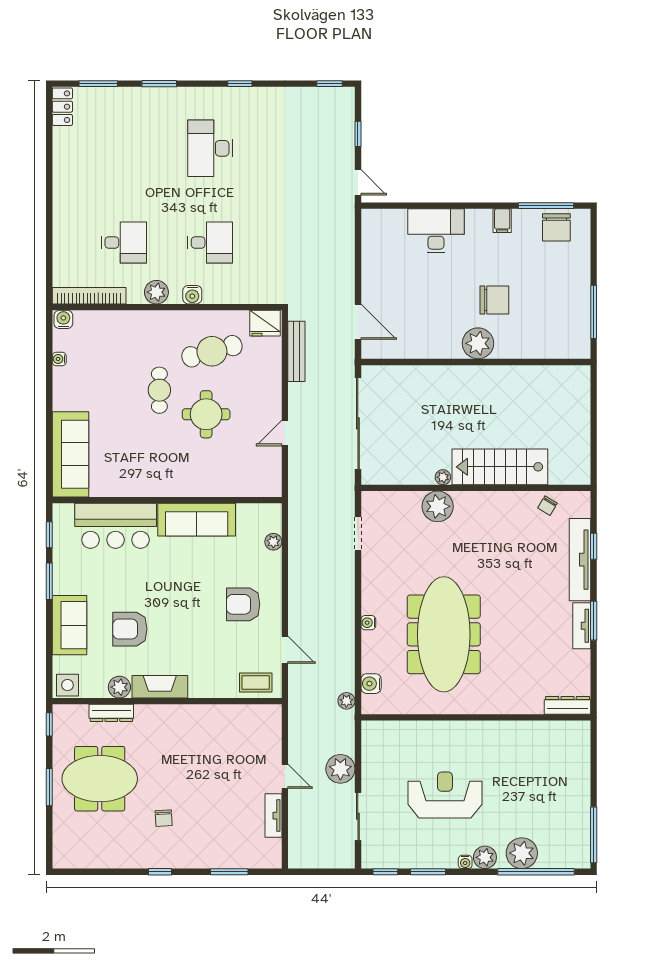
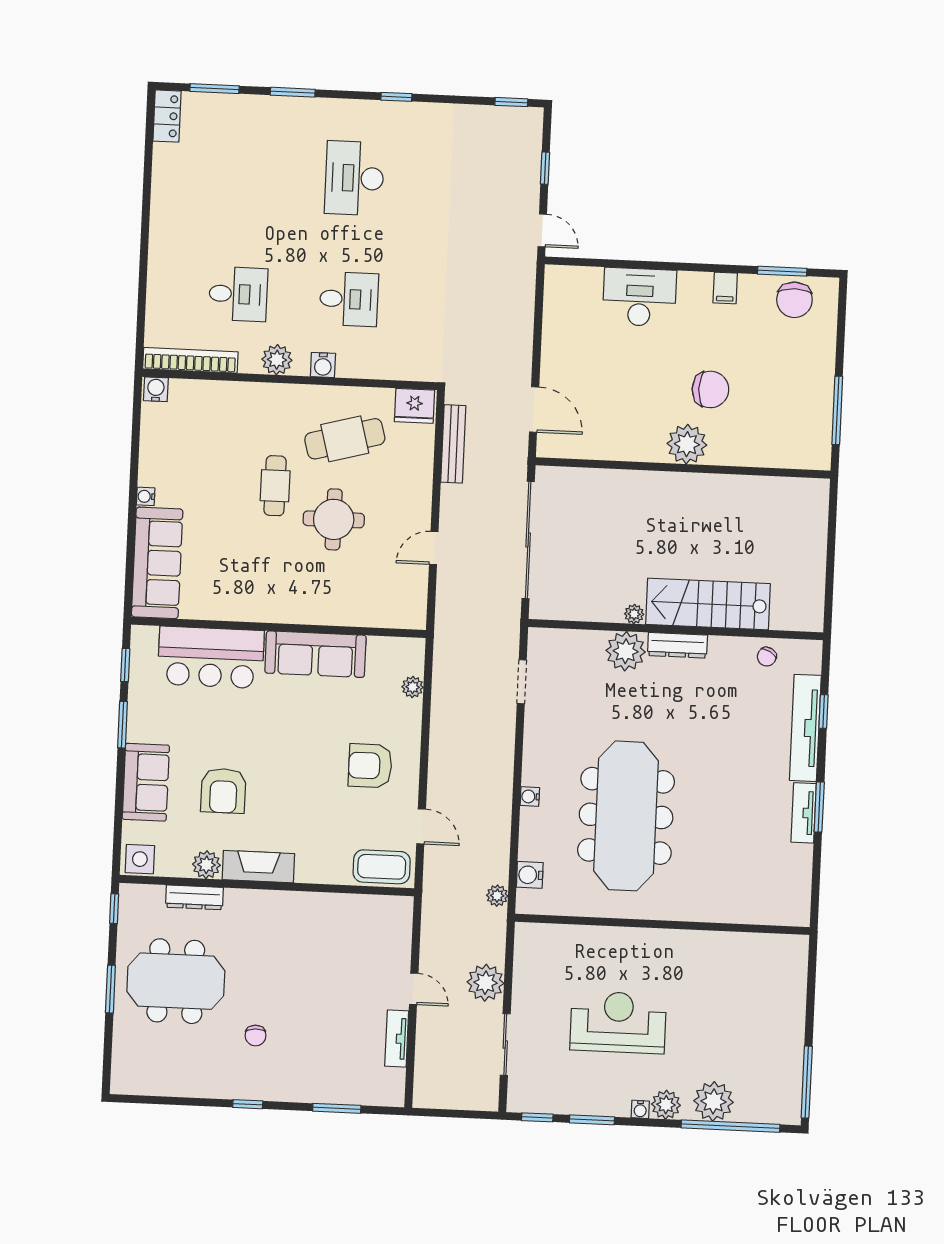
window: (546, 206) -> (782, 271), width x0.69
water cooler: (59, 359) -> (146, 496), moved
armchair: (130, 629) -> (223, 791), turned -90
coffee table: (256, 683) -> (382, 867), width x1.36, depth x1.30
dresser: (568, 705) -> (678, 645), moved, turned 180

